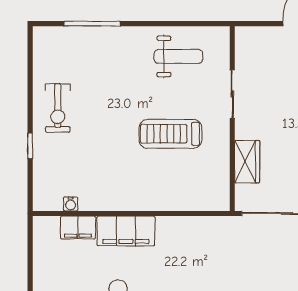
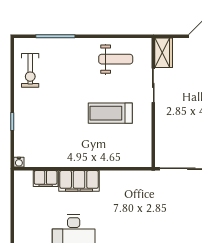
exercise bike: (58, 108) -> (30, 70), moved
wardrobe: (247, 162) -> (164, 53), moved
water cooler: (71, 204) -> (19, 162), moved

